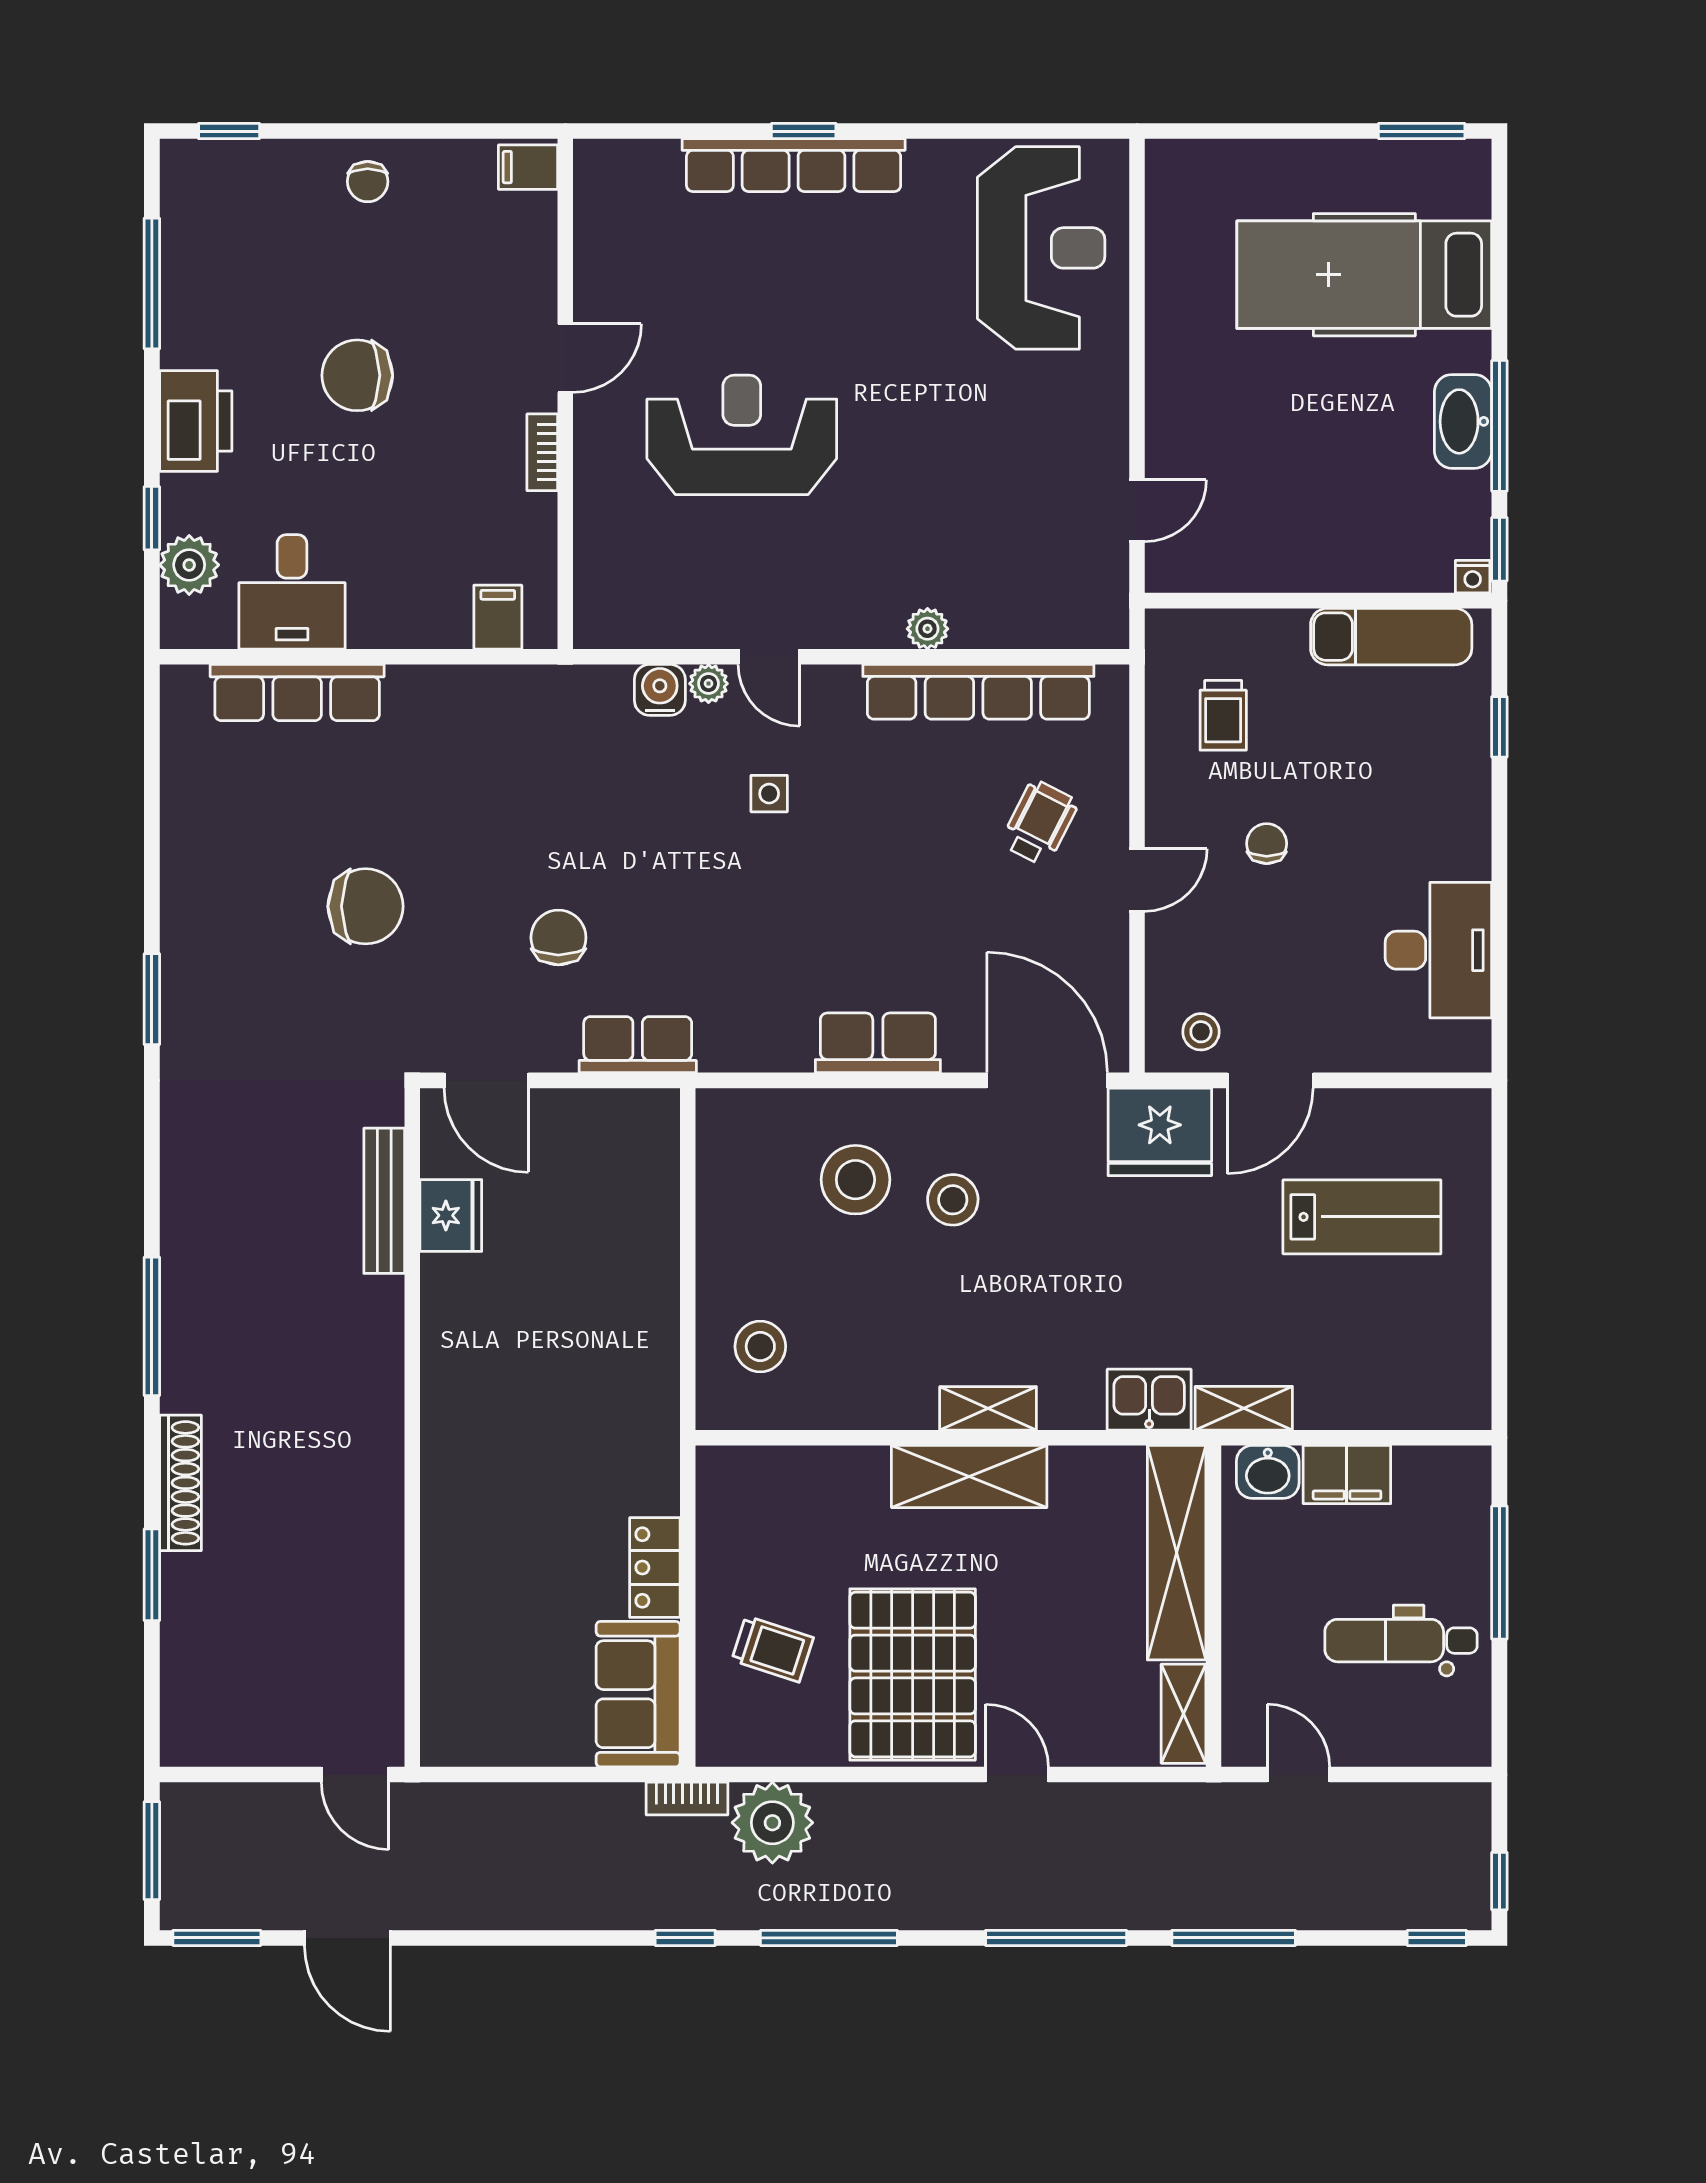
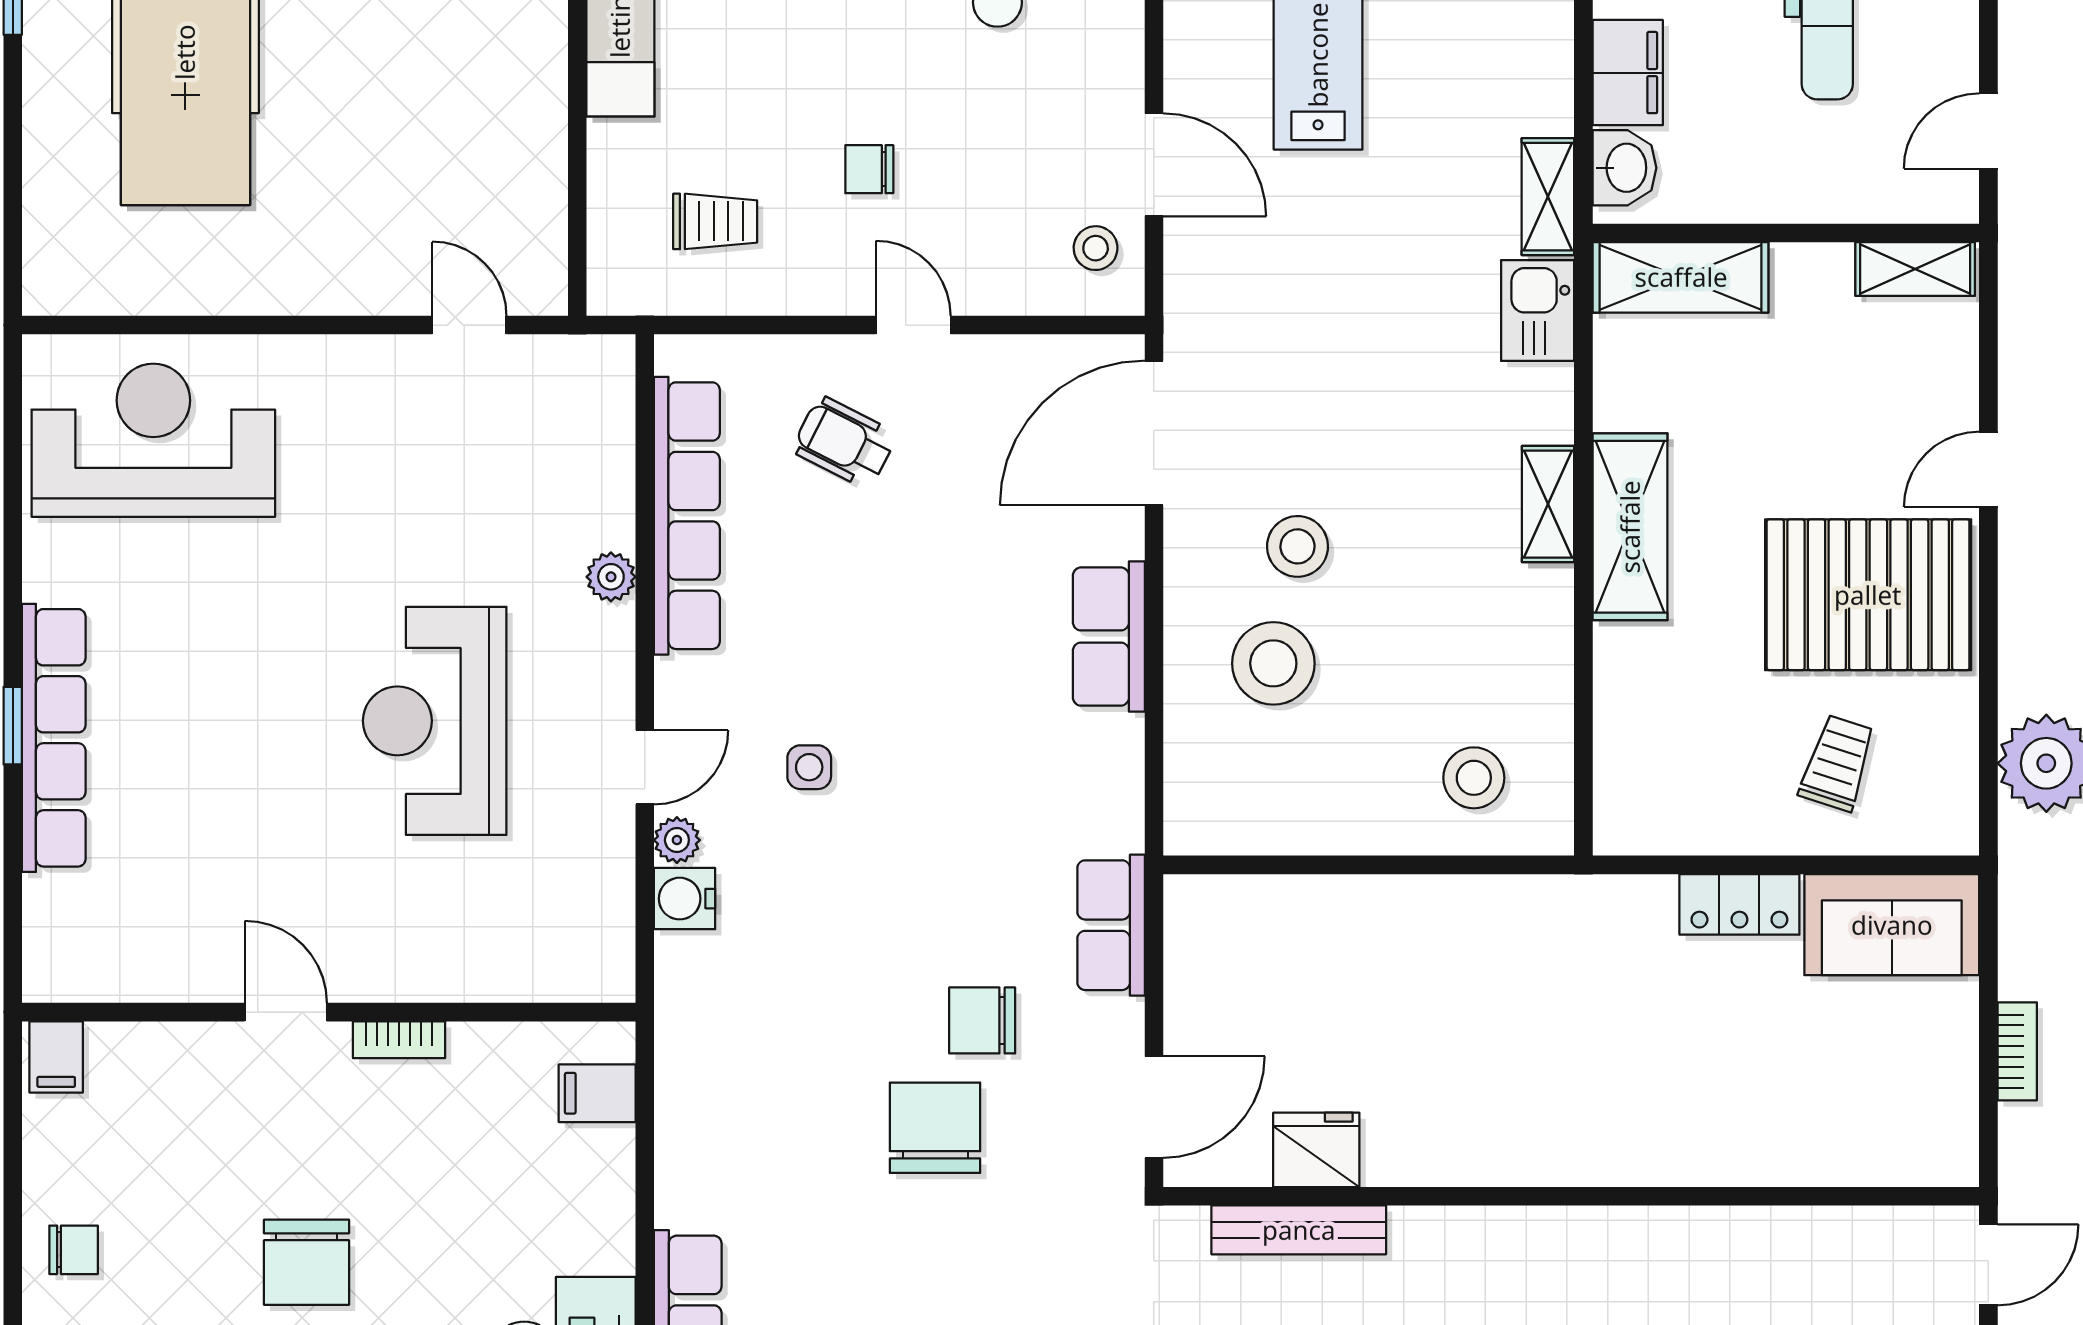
reception desk: (742, 435) -> (435, 721), moved
chair: (365, 906) -> (935, 1128), moved
fridge: (1160, 1132) -> (1216, 298), removed
shelving: (1177, 1553) -> (1681, 277), width x0.68
bookcase: (687, 1799) -> (2017, 1051), moved

